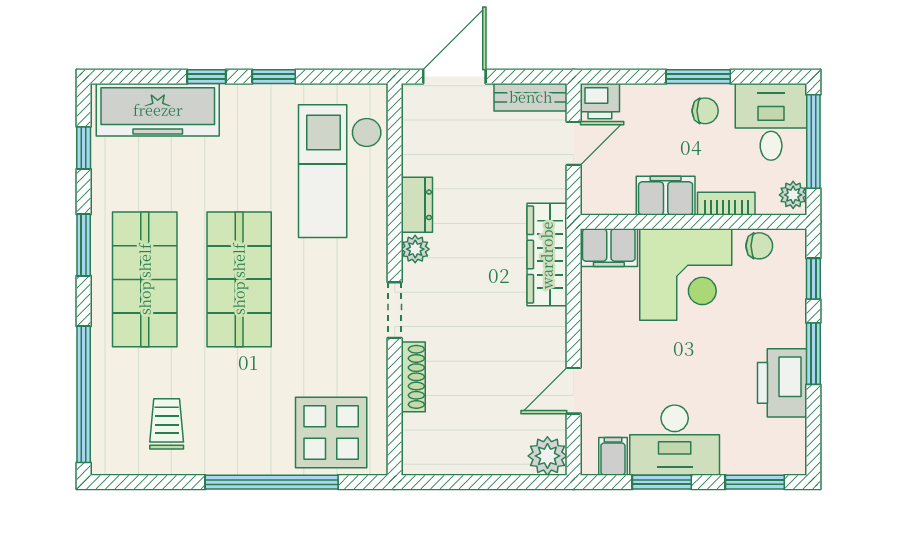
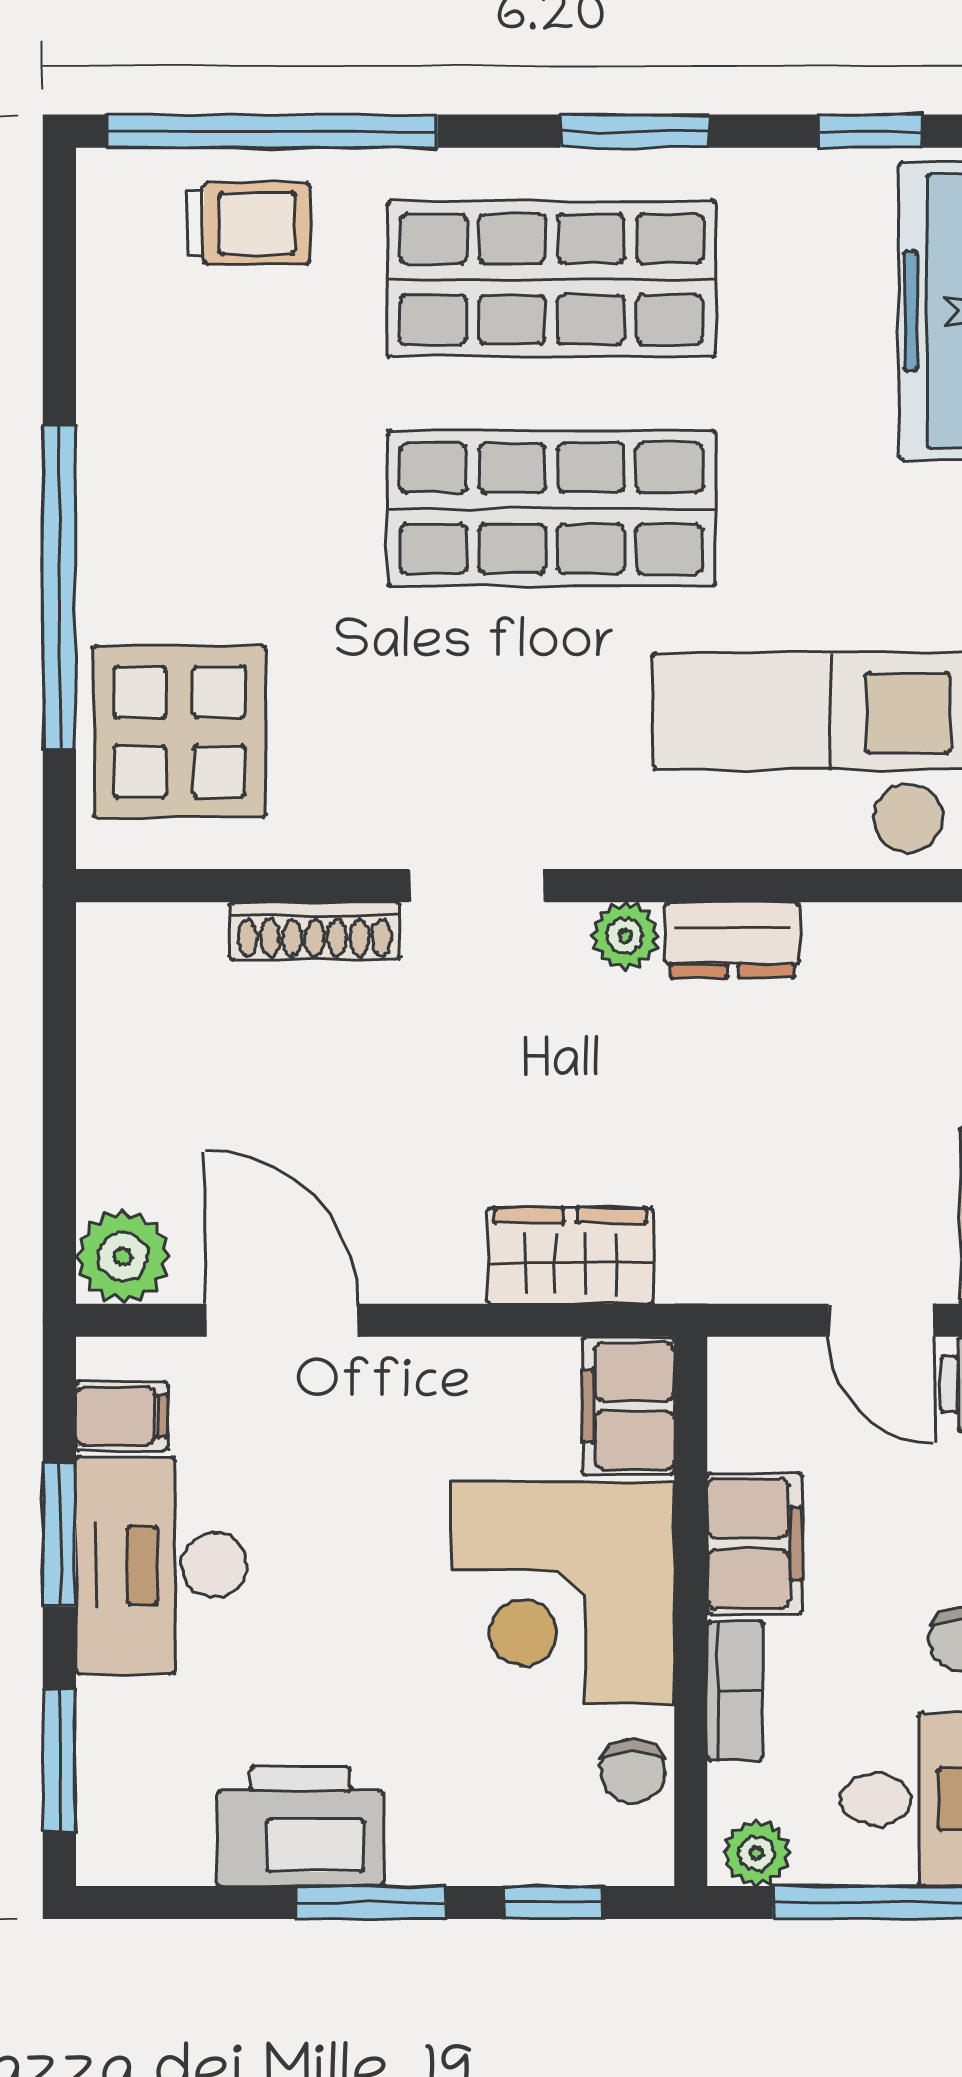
wardrobe: (547, 255) -> (570, 1256), width x0.67
door: (574, 391) -> (281, 1320), width x1.38
trolley: (167, 424) -> (248, 224), moved

